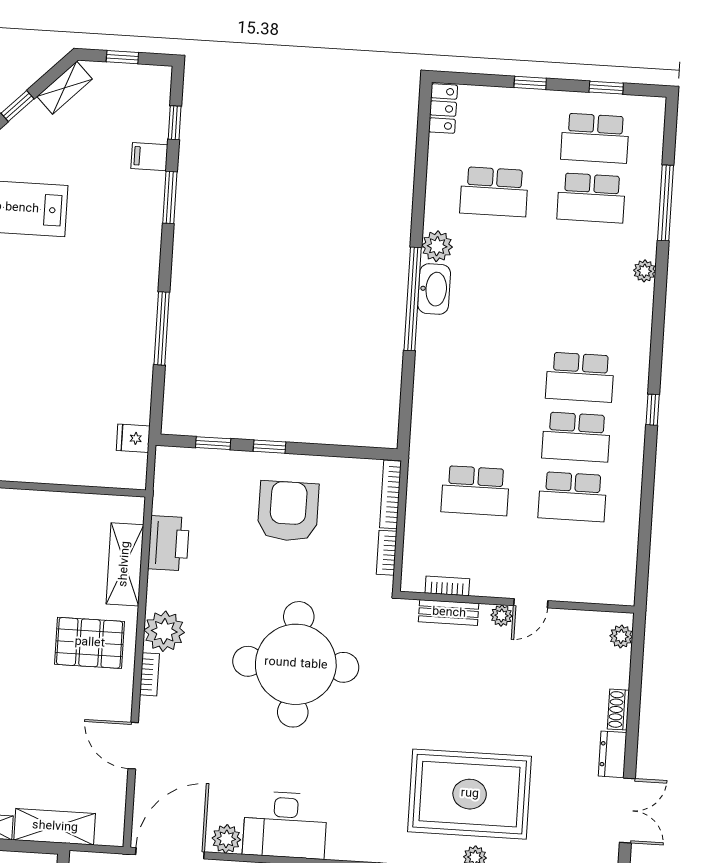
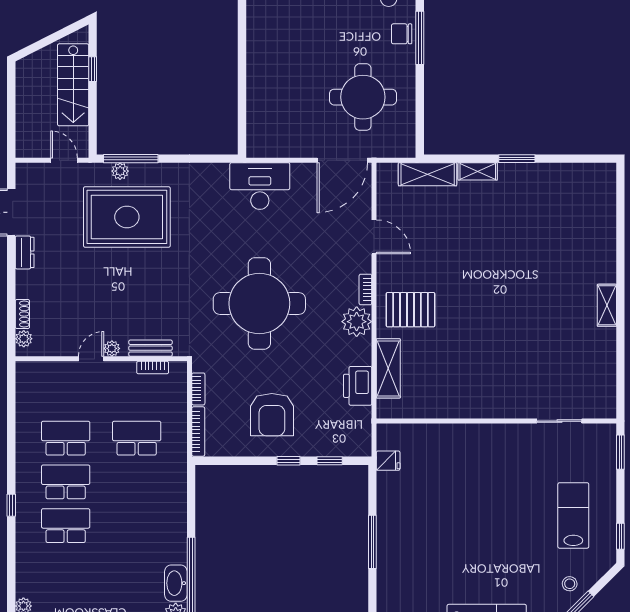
shoe rack: (618, 710) -> (22, 314), moved
plant: (226, 839) -> (302, 173), removed

